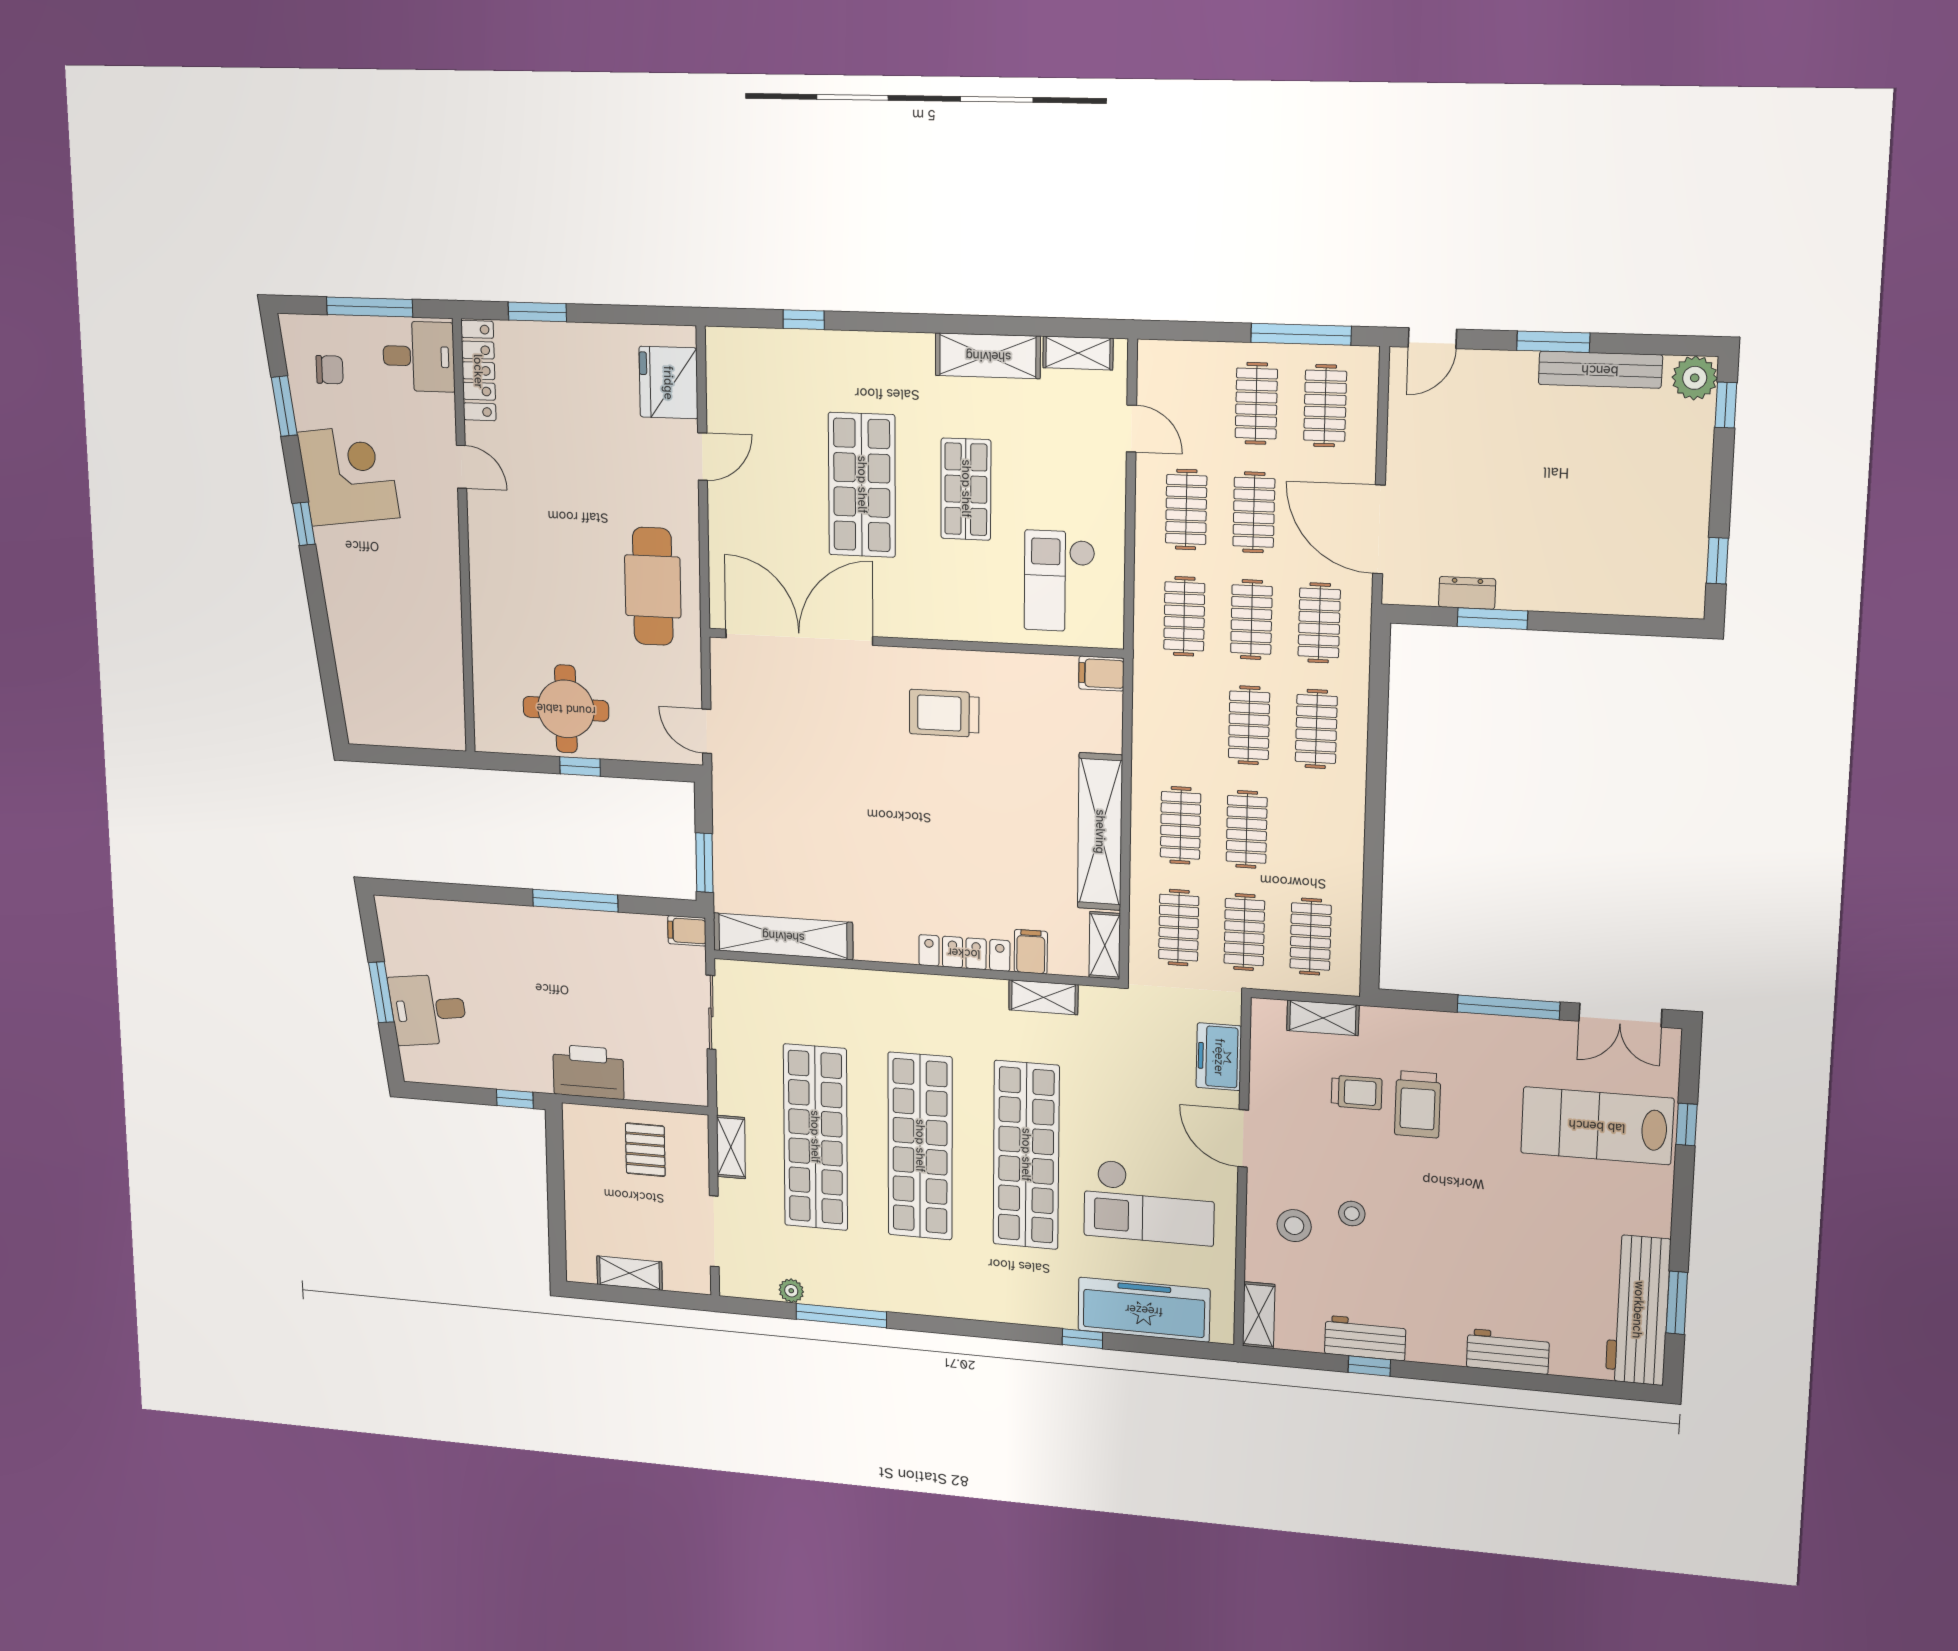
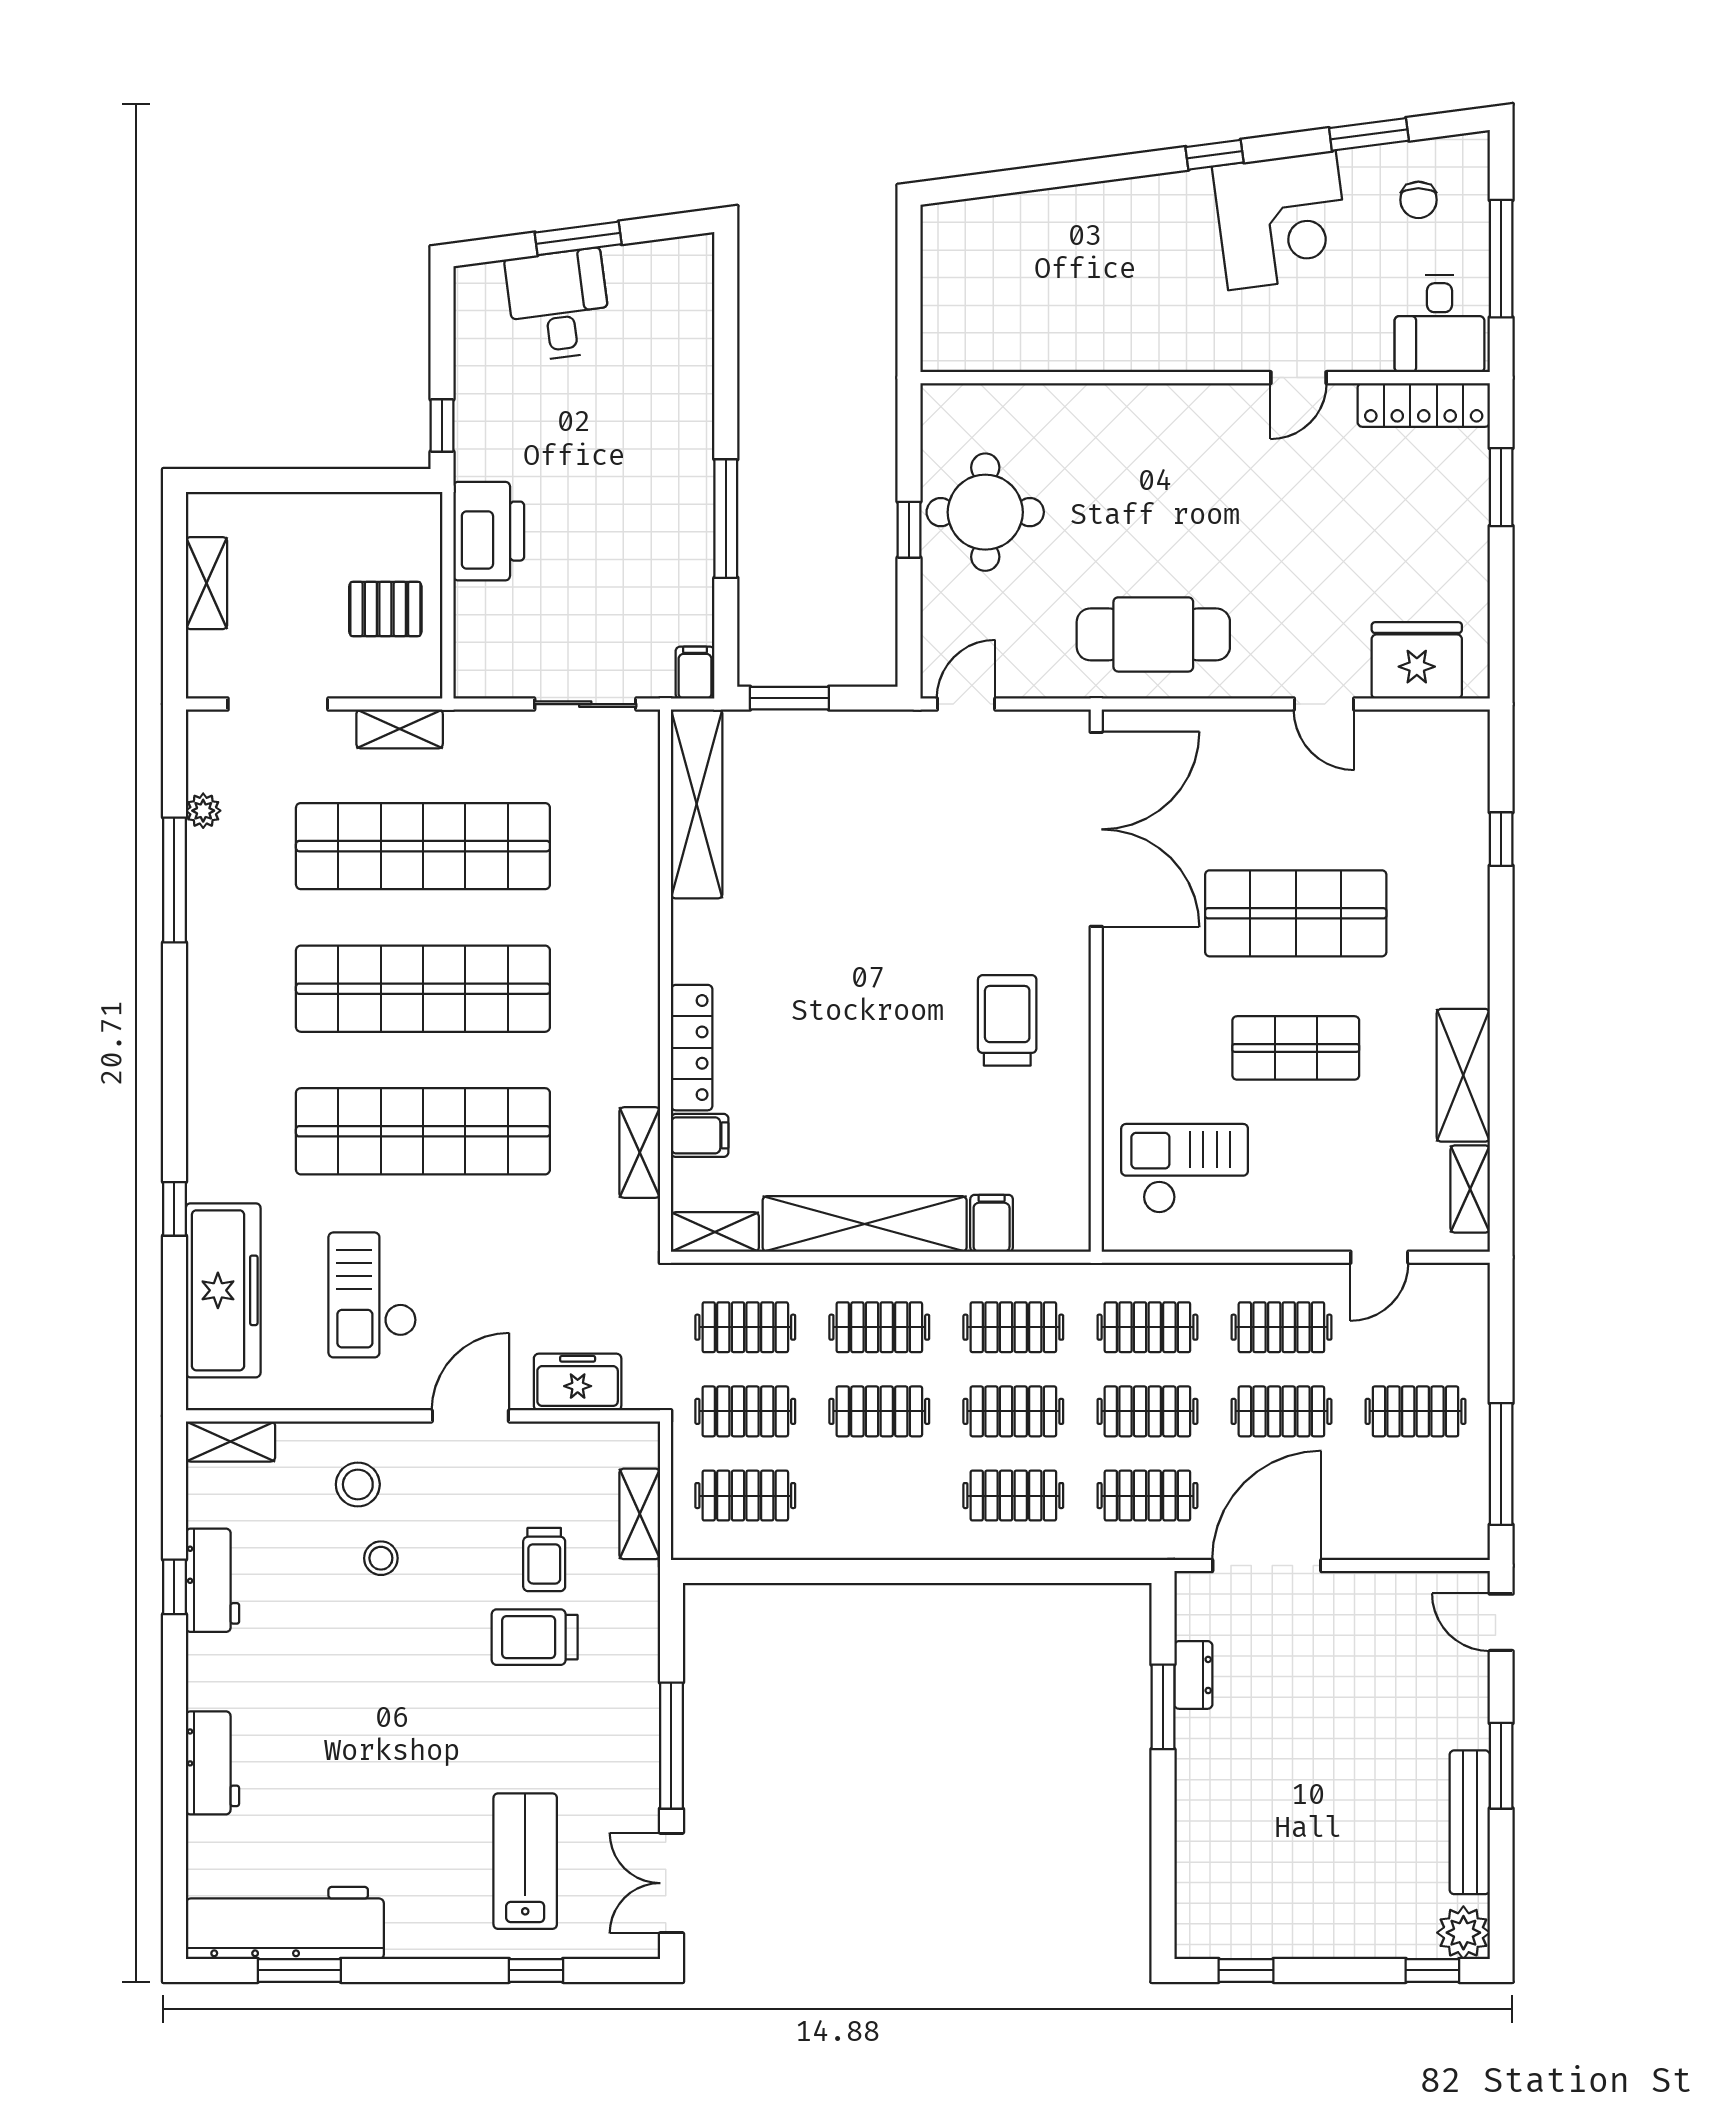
clothes rail: (1325, 406) -> (1013, 1327), moved
filing cabinet: (1101, 674) -> (992, 1223), moved
lab bench: (1597, 1126) -> (525, 1861), width x0.73, depth x0.72
checkout: (1149, 1202) -> (372, 1295), width x0.73, depth x0.83

